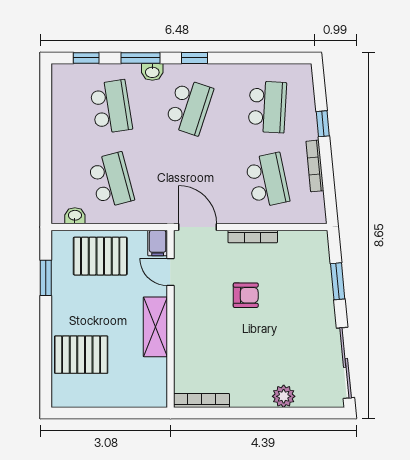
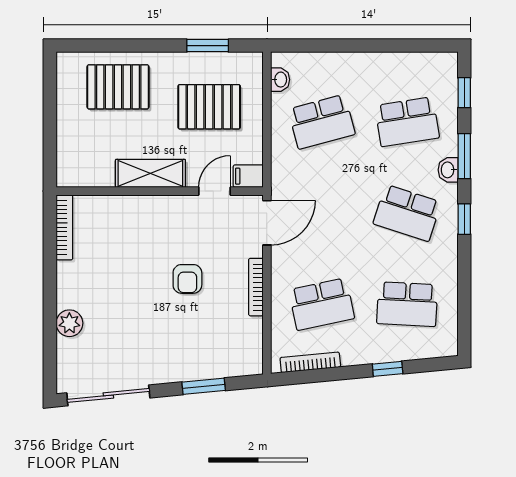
bookcase: (315, 166) -> (310, 362), moved
pallet: (100, 256) -> (209, 107), moved, turned 90
pallet: (81, 355) -> (118, 87), turned 90

